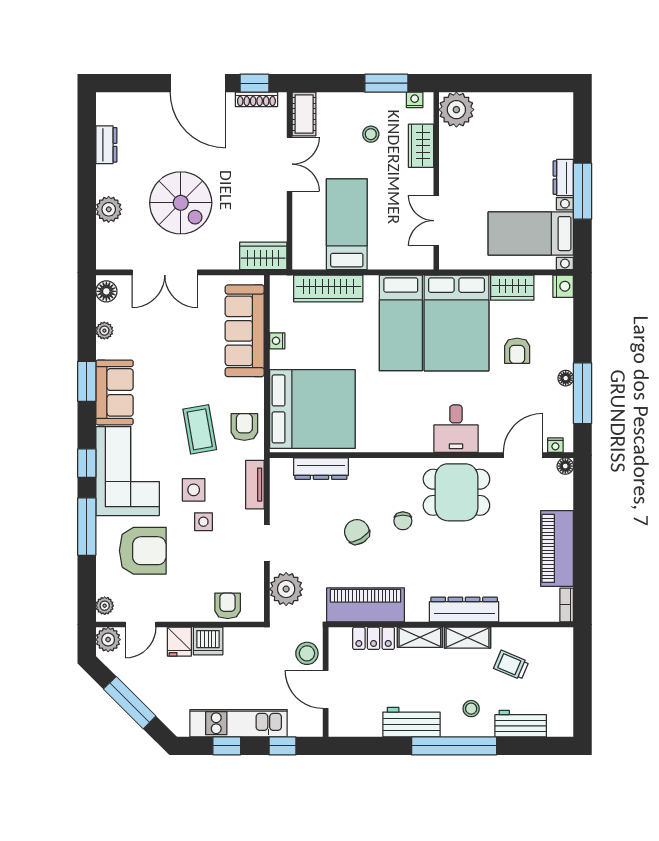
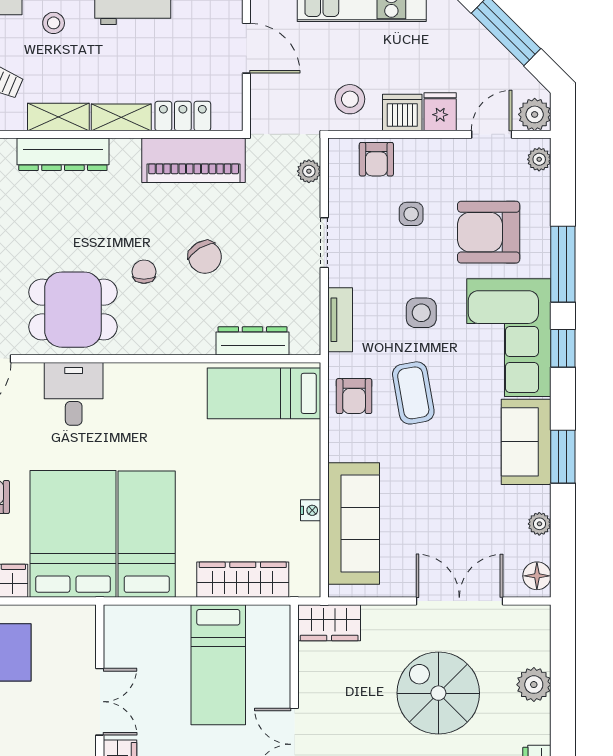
double door: (436, 221) -> (100, 702), moved
bed: (312, 409) -> (264, 393), width x0.49
side table: (203, 522) -> (411, 214), moved
plant: (286, 589) -> (309, 171), width x0.53, depth x0.53
stool: (307, 653) -> (350, 99), moved

